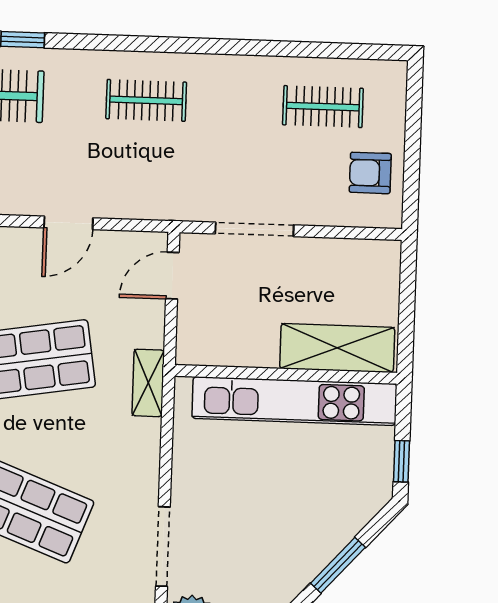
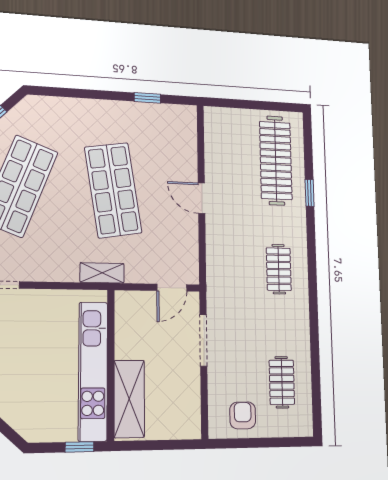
door: (68, 223) -> (202, 198), moved
door: (172, 276) -> (172, 288), swing flipped
window: (401, 461) -> (79, 447), moved

